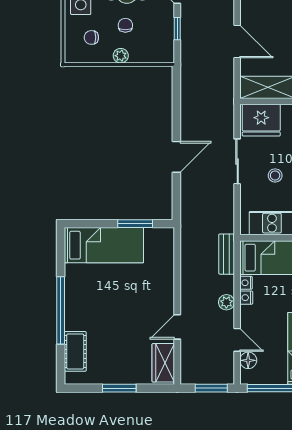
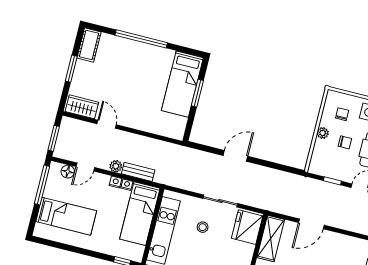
door: (176, 157) -> (235, 156), swing flipped
window: (135, 224) -> (197, 93), moved
bench: (227, 254) -> (138, 172), moved
cot: (75, 351) -> (89, 45), moved, turned 90

